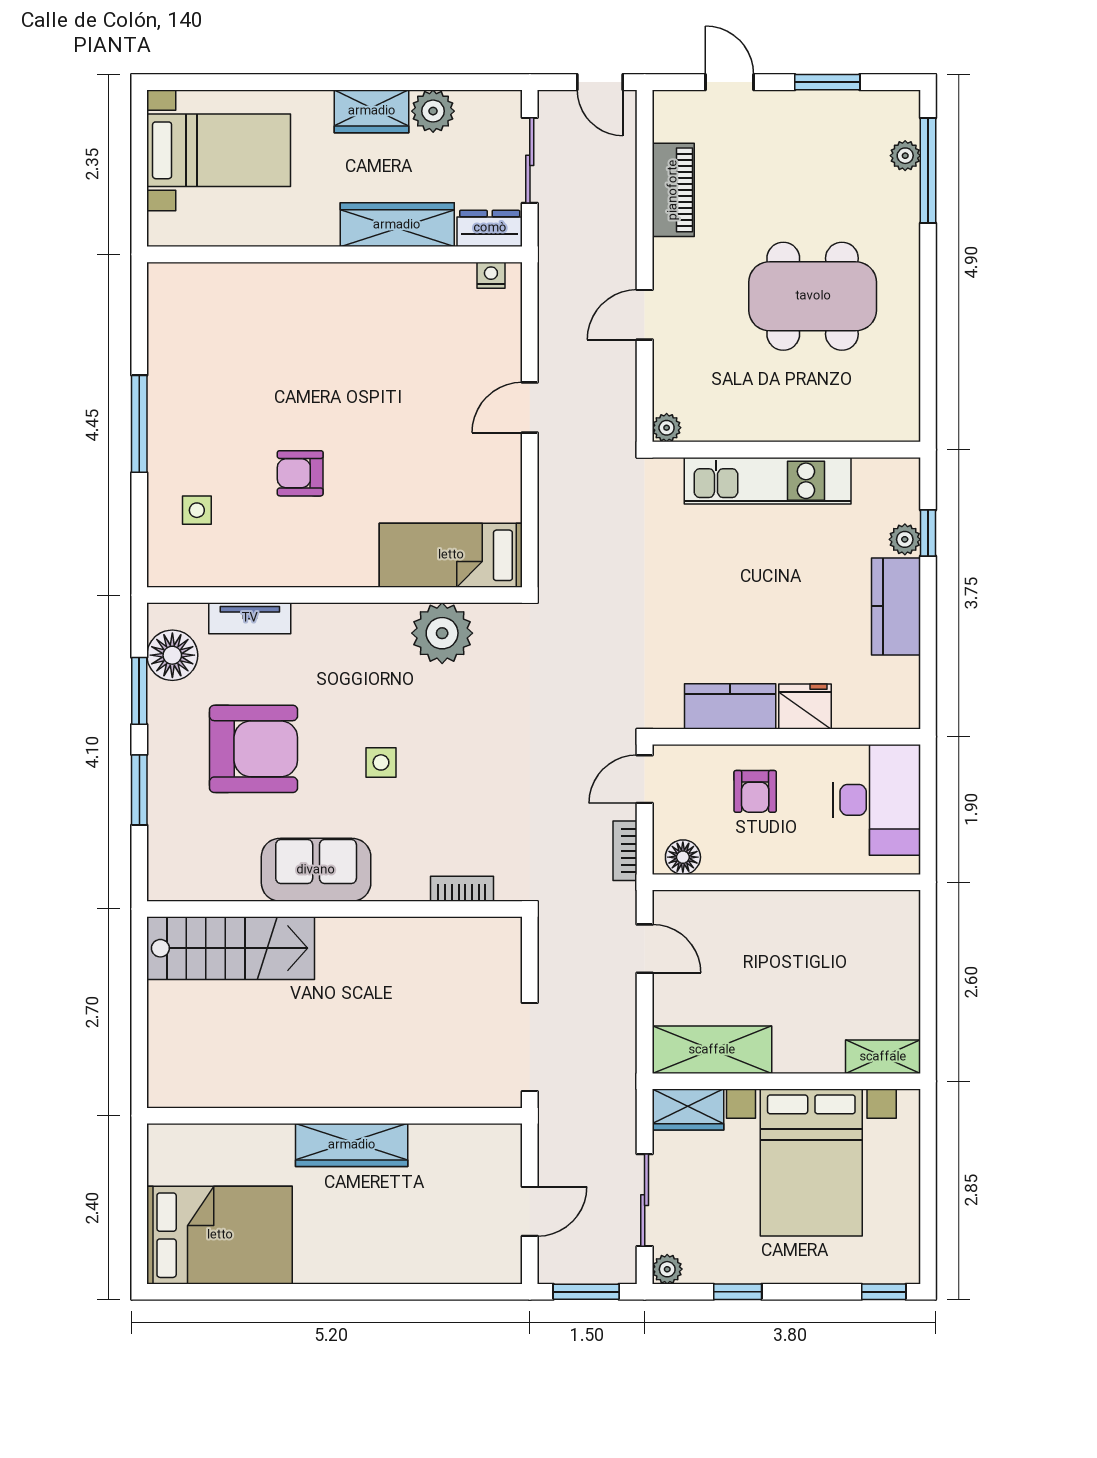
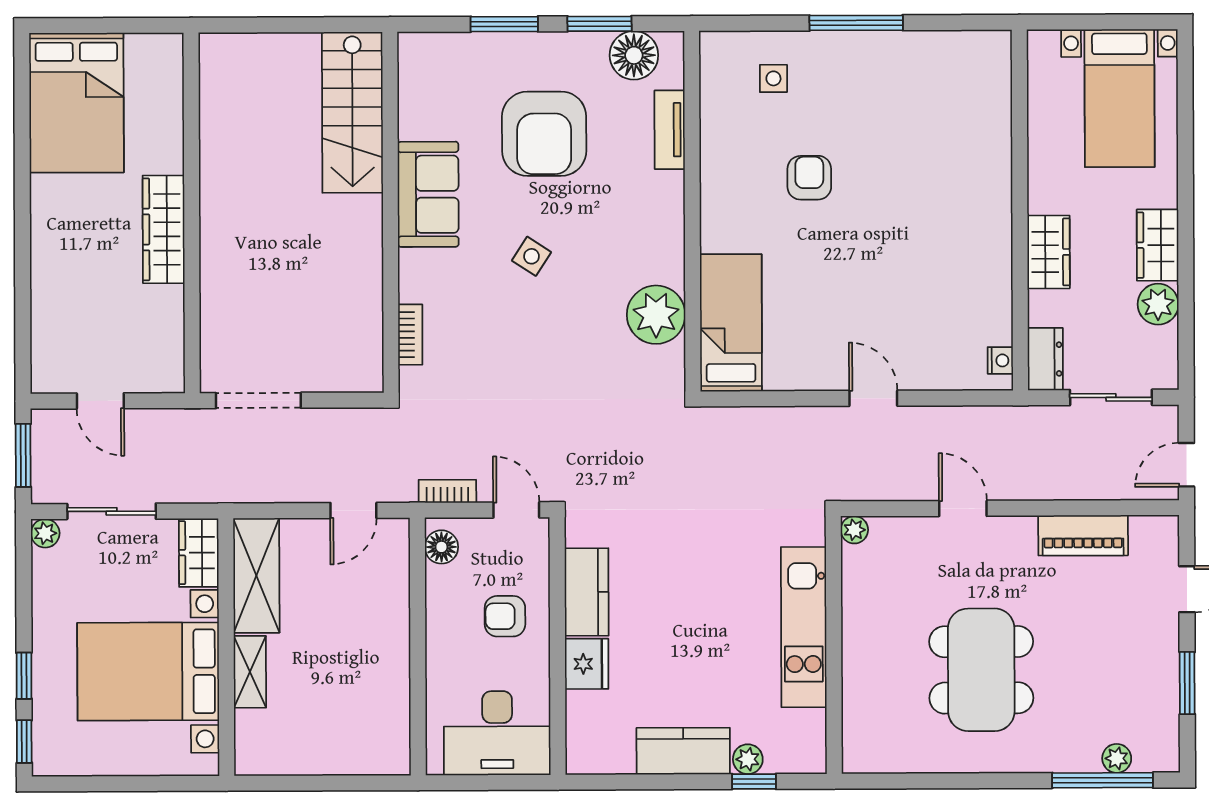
wardrobe: (397, 225) -> (1049, 252), width x0.67
side table: (381, 762) -> (531, 256), turned 33
shelving: (883, 1057) -> (250, 672), moved
window: (738, 1292) -> (24, 676), moved

